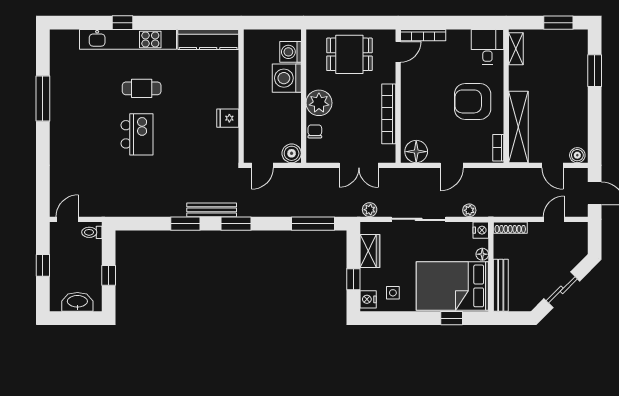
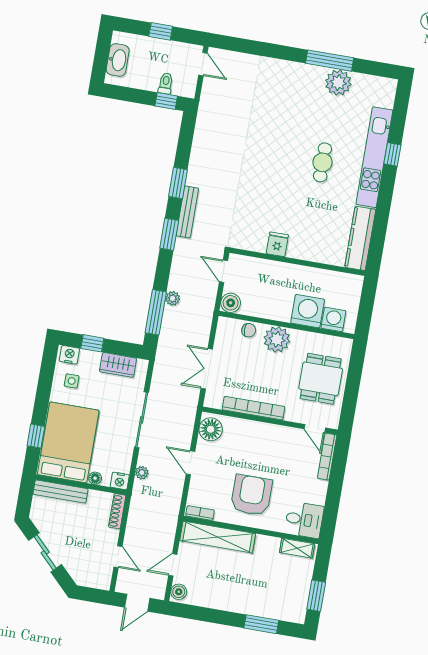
plant: (62, 87) -> (338, 82), added
kitchen island: (137, 134) -> (277, 150), removed
plant: (370, 210) -> (173, 298), moved
toilet: (92, 232) -> (166, 83), moved
window: (109, 275) -> (166, 101), moved

